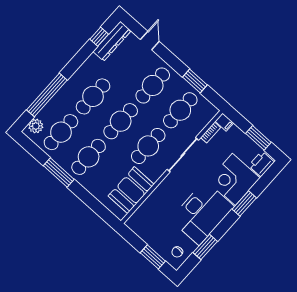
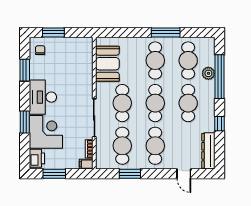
window: (99, 37) -> (219, 124), moved
plant: (36, 126) -> (208, 73), moved
desk: (202, 213) -> (43, 97), width x0.73, depth x0.77

